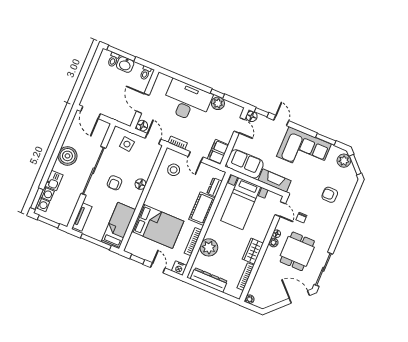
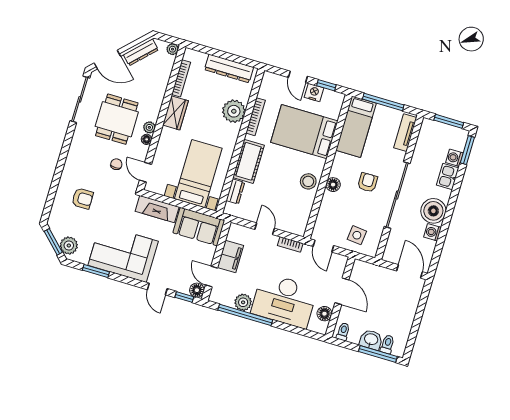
window: (217, 94) -> (245, 315), width x3.17
floor lamp: (142, 126) -> (324, 314), moved
filing cabinet: (218, 152) -> (230, 257), moved
stool: (174, 170) -> (308, 181), moved
washing machine: (43, 205) -> (433, 232), moved
nightstand: (179, 268) -> (314, 93), moved
dresser: (274, 300) -> (141, 52), added

